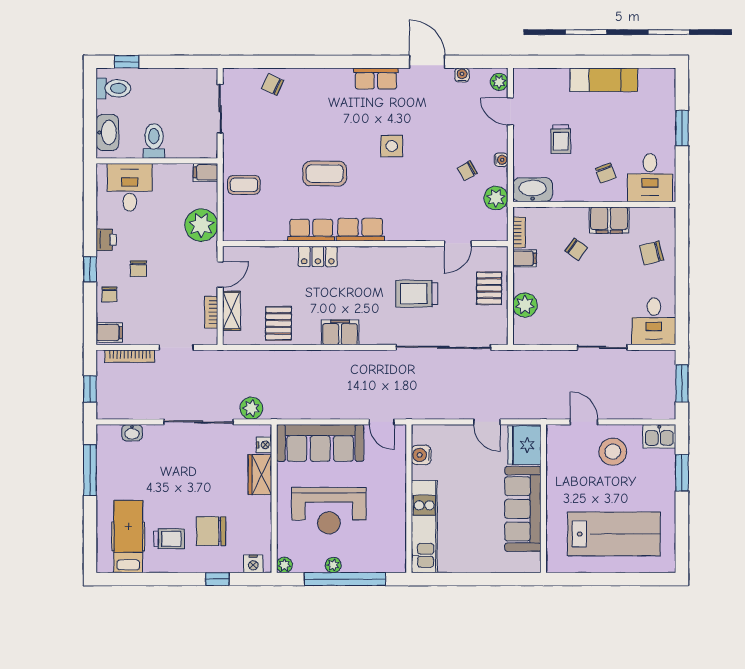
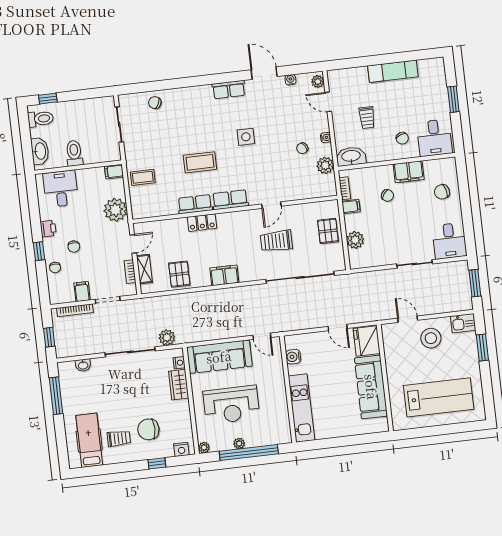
door: (458, 244) -> (271, 205), moved
filing cabinet: (109, 333) -> (82, 292), moved, turned -90

